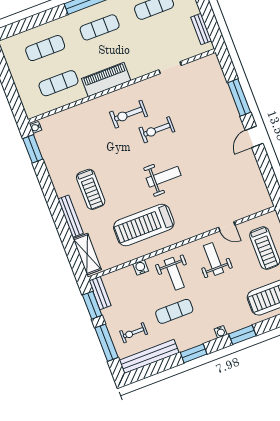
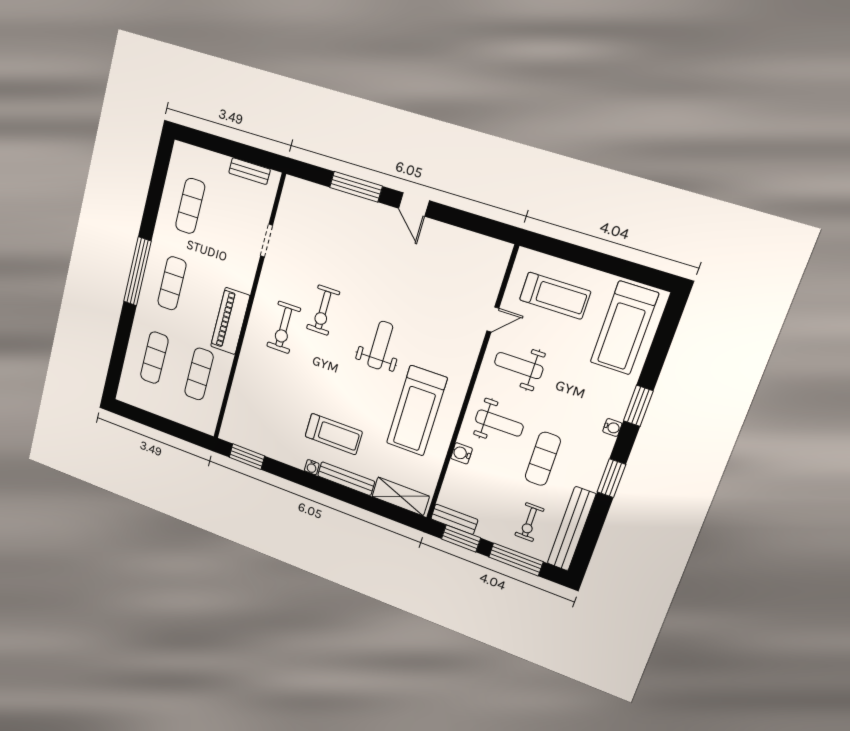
water cooler: (36, 127) -> (312, 467), moved

